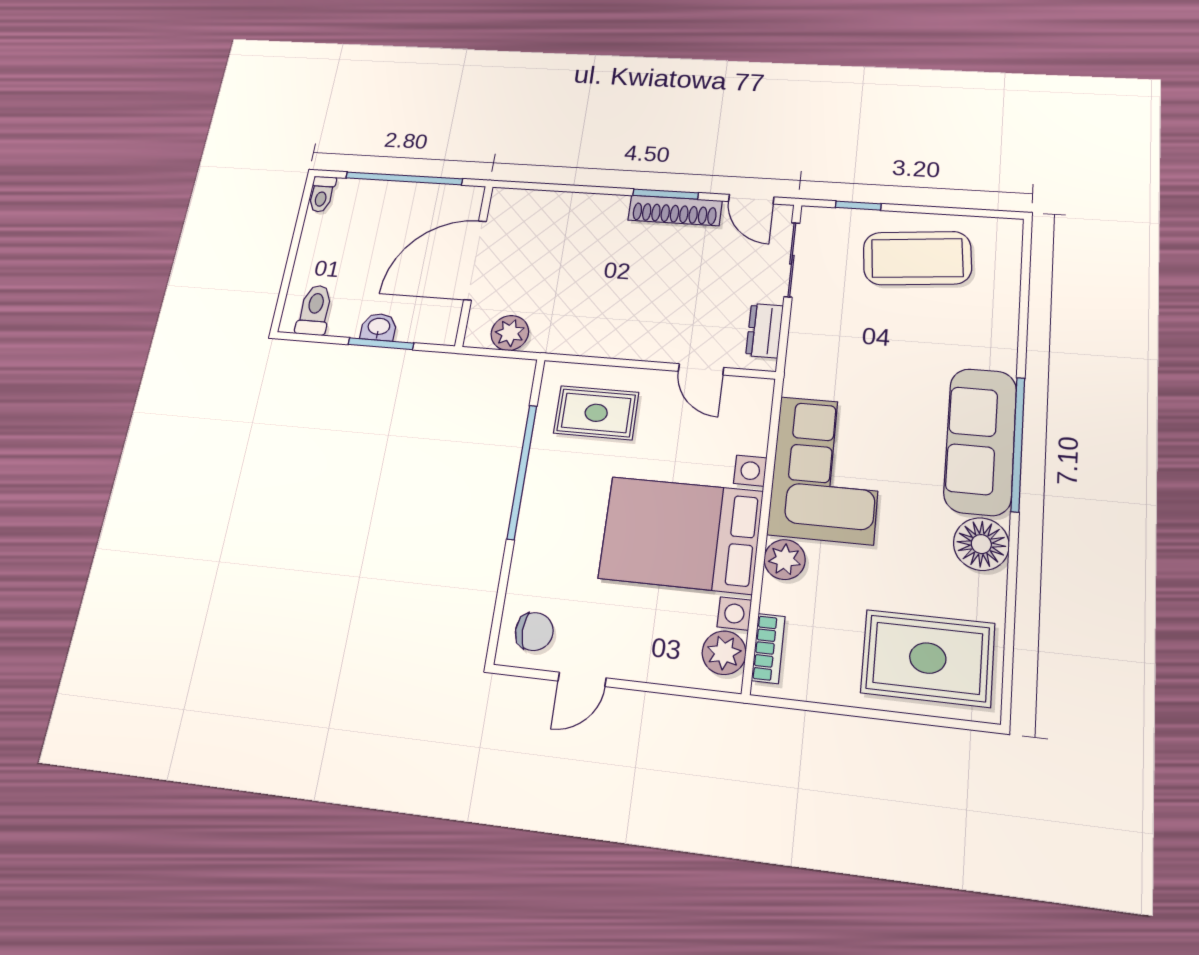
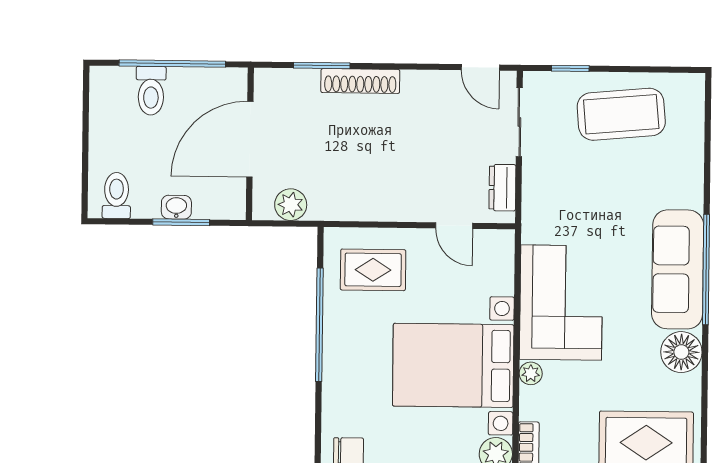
toilet: (322, 194) -> (151, 91), moved, width x1.37, depth x1.39
window: (666, 194) -> (322, 65), moved
shoe rack: (675, 210) -> (360, 81), moved
plant: (785, 560) -> (531, 373), width x0.73, depth x0.73

